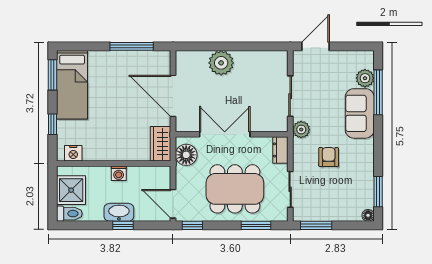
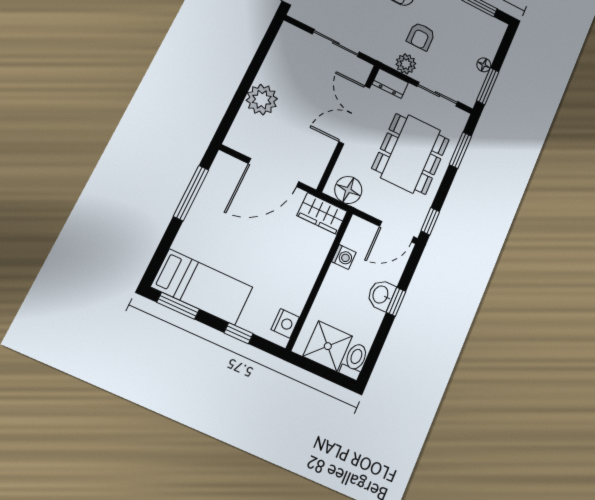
plant: (301, 130) -> (406, 64), moved
double door: (225, 134) -> (354, 115), moved
armchair: (329, 157) -> (421, 36), turned -90
washing machine: (119, 173) -> (344, 257), moved
washbasin: (119, 212) -> (381, 295), width x0.72
floor lamp: (368, 215) -> (484, 65), moved

